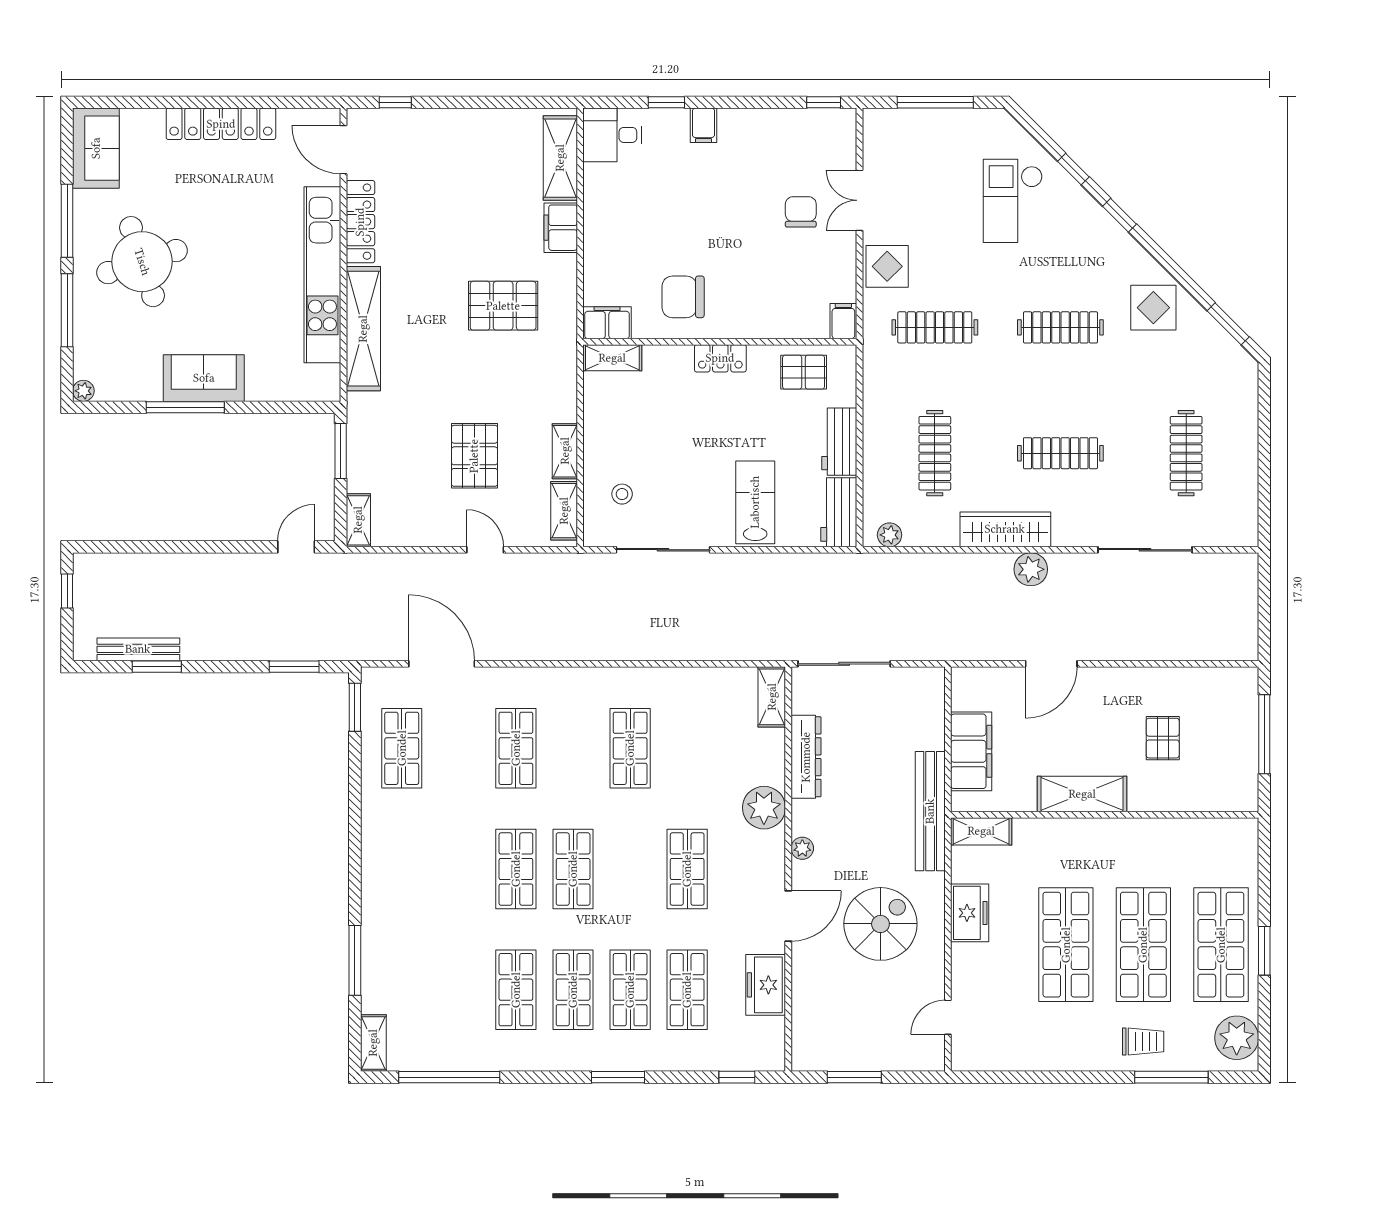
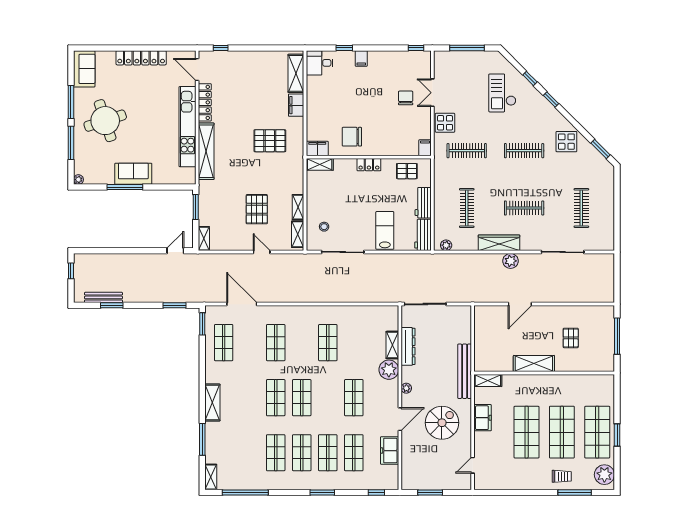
shelving: (772, 697) -> (392, 345), moved
filing cabinet: (971, 751) -> (483, 344), removed
shelving: (377, 880) -> (212, 403), added

